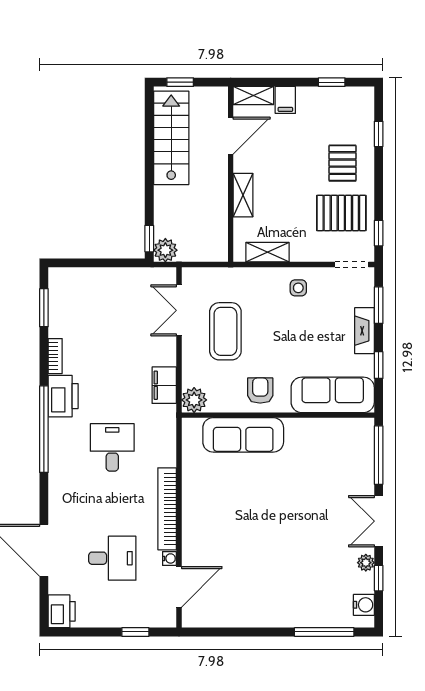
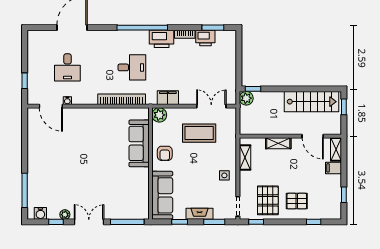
armchair: (260, 391) -> (165, 153), turned 90
bookcase: (167, 509) -> (122, 99), moved
printer: (62, 611) -> (205, 38), moved

